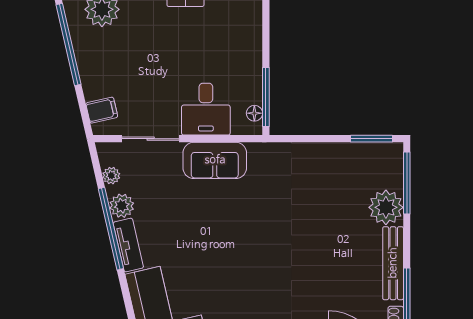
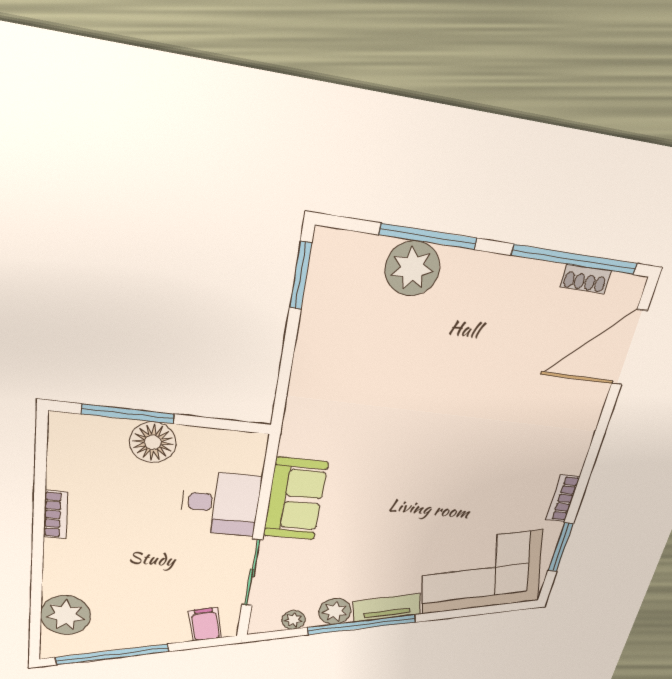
window: (266, 97) -> (128, 414), moved
floor lamp: (254, 113) -> (153, 442), moved, width x1.89, depth x1.89
window: (407, 183) -> (428, 236), moved
bench: (393, 263) -> (499, 270), removed

